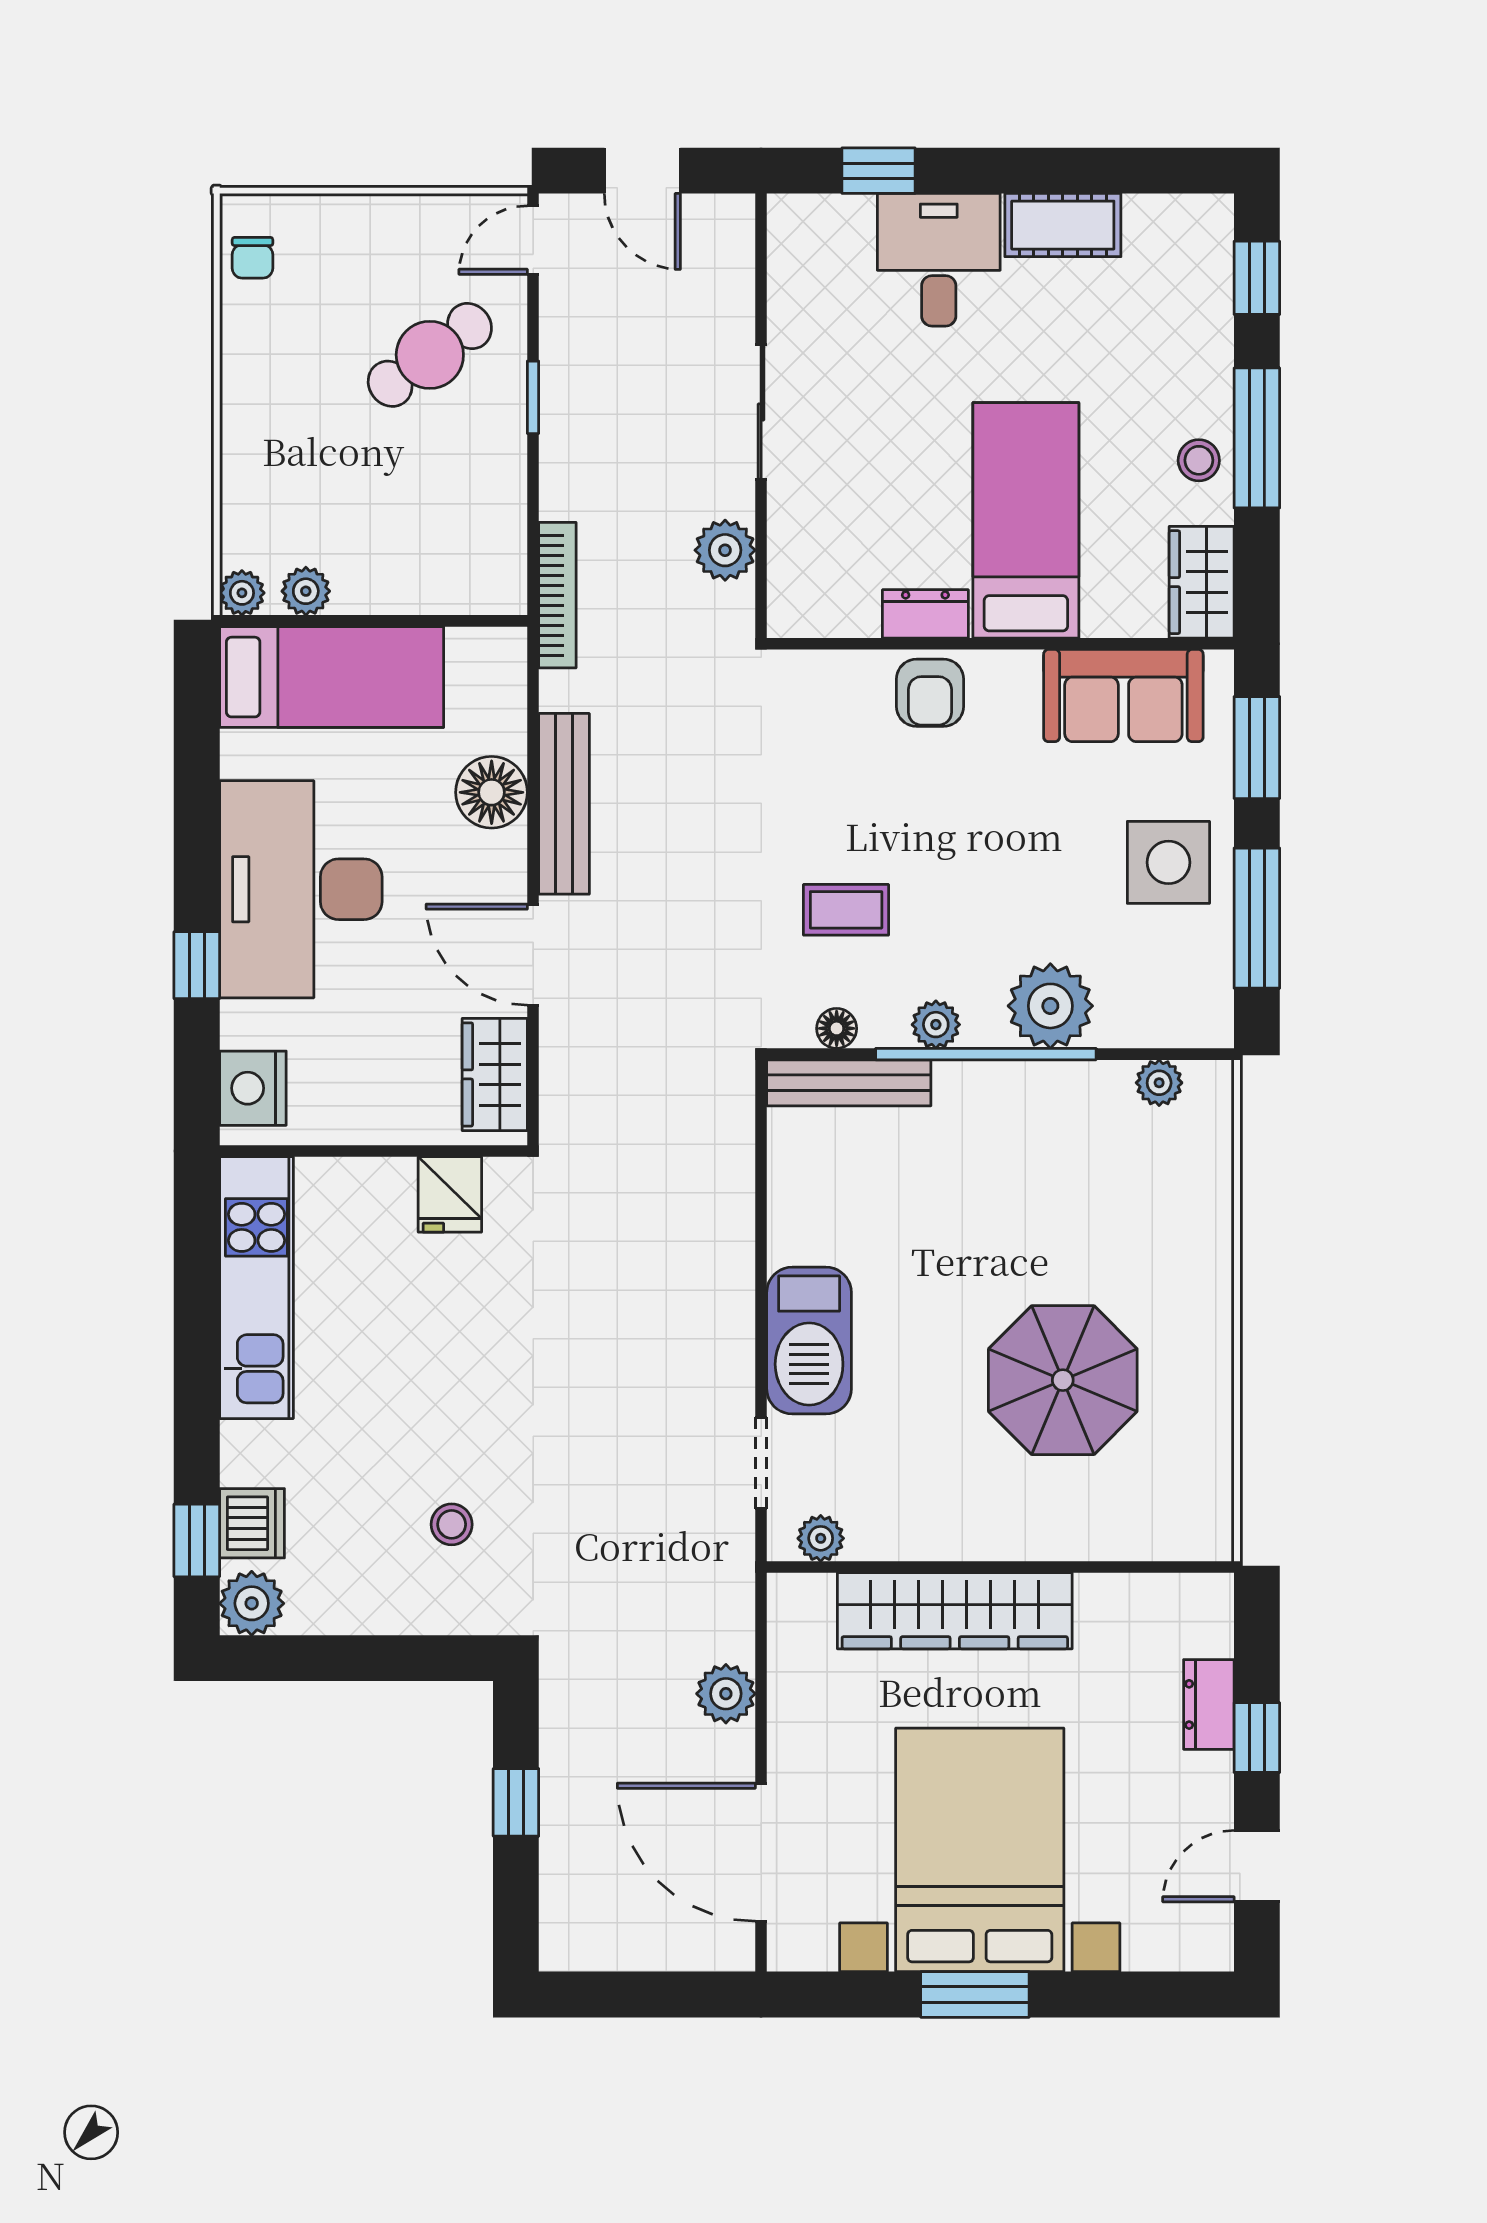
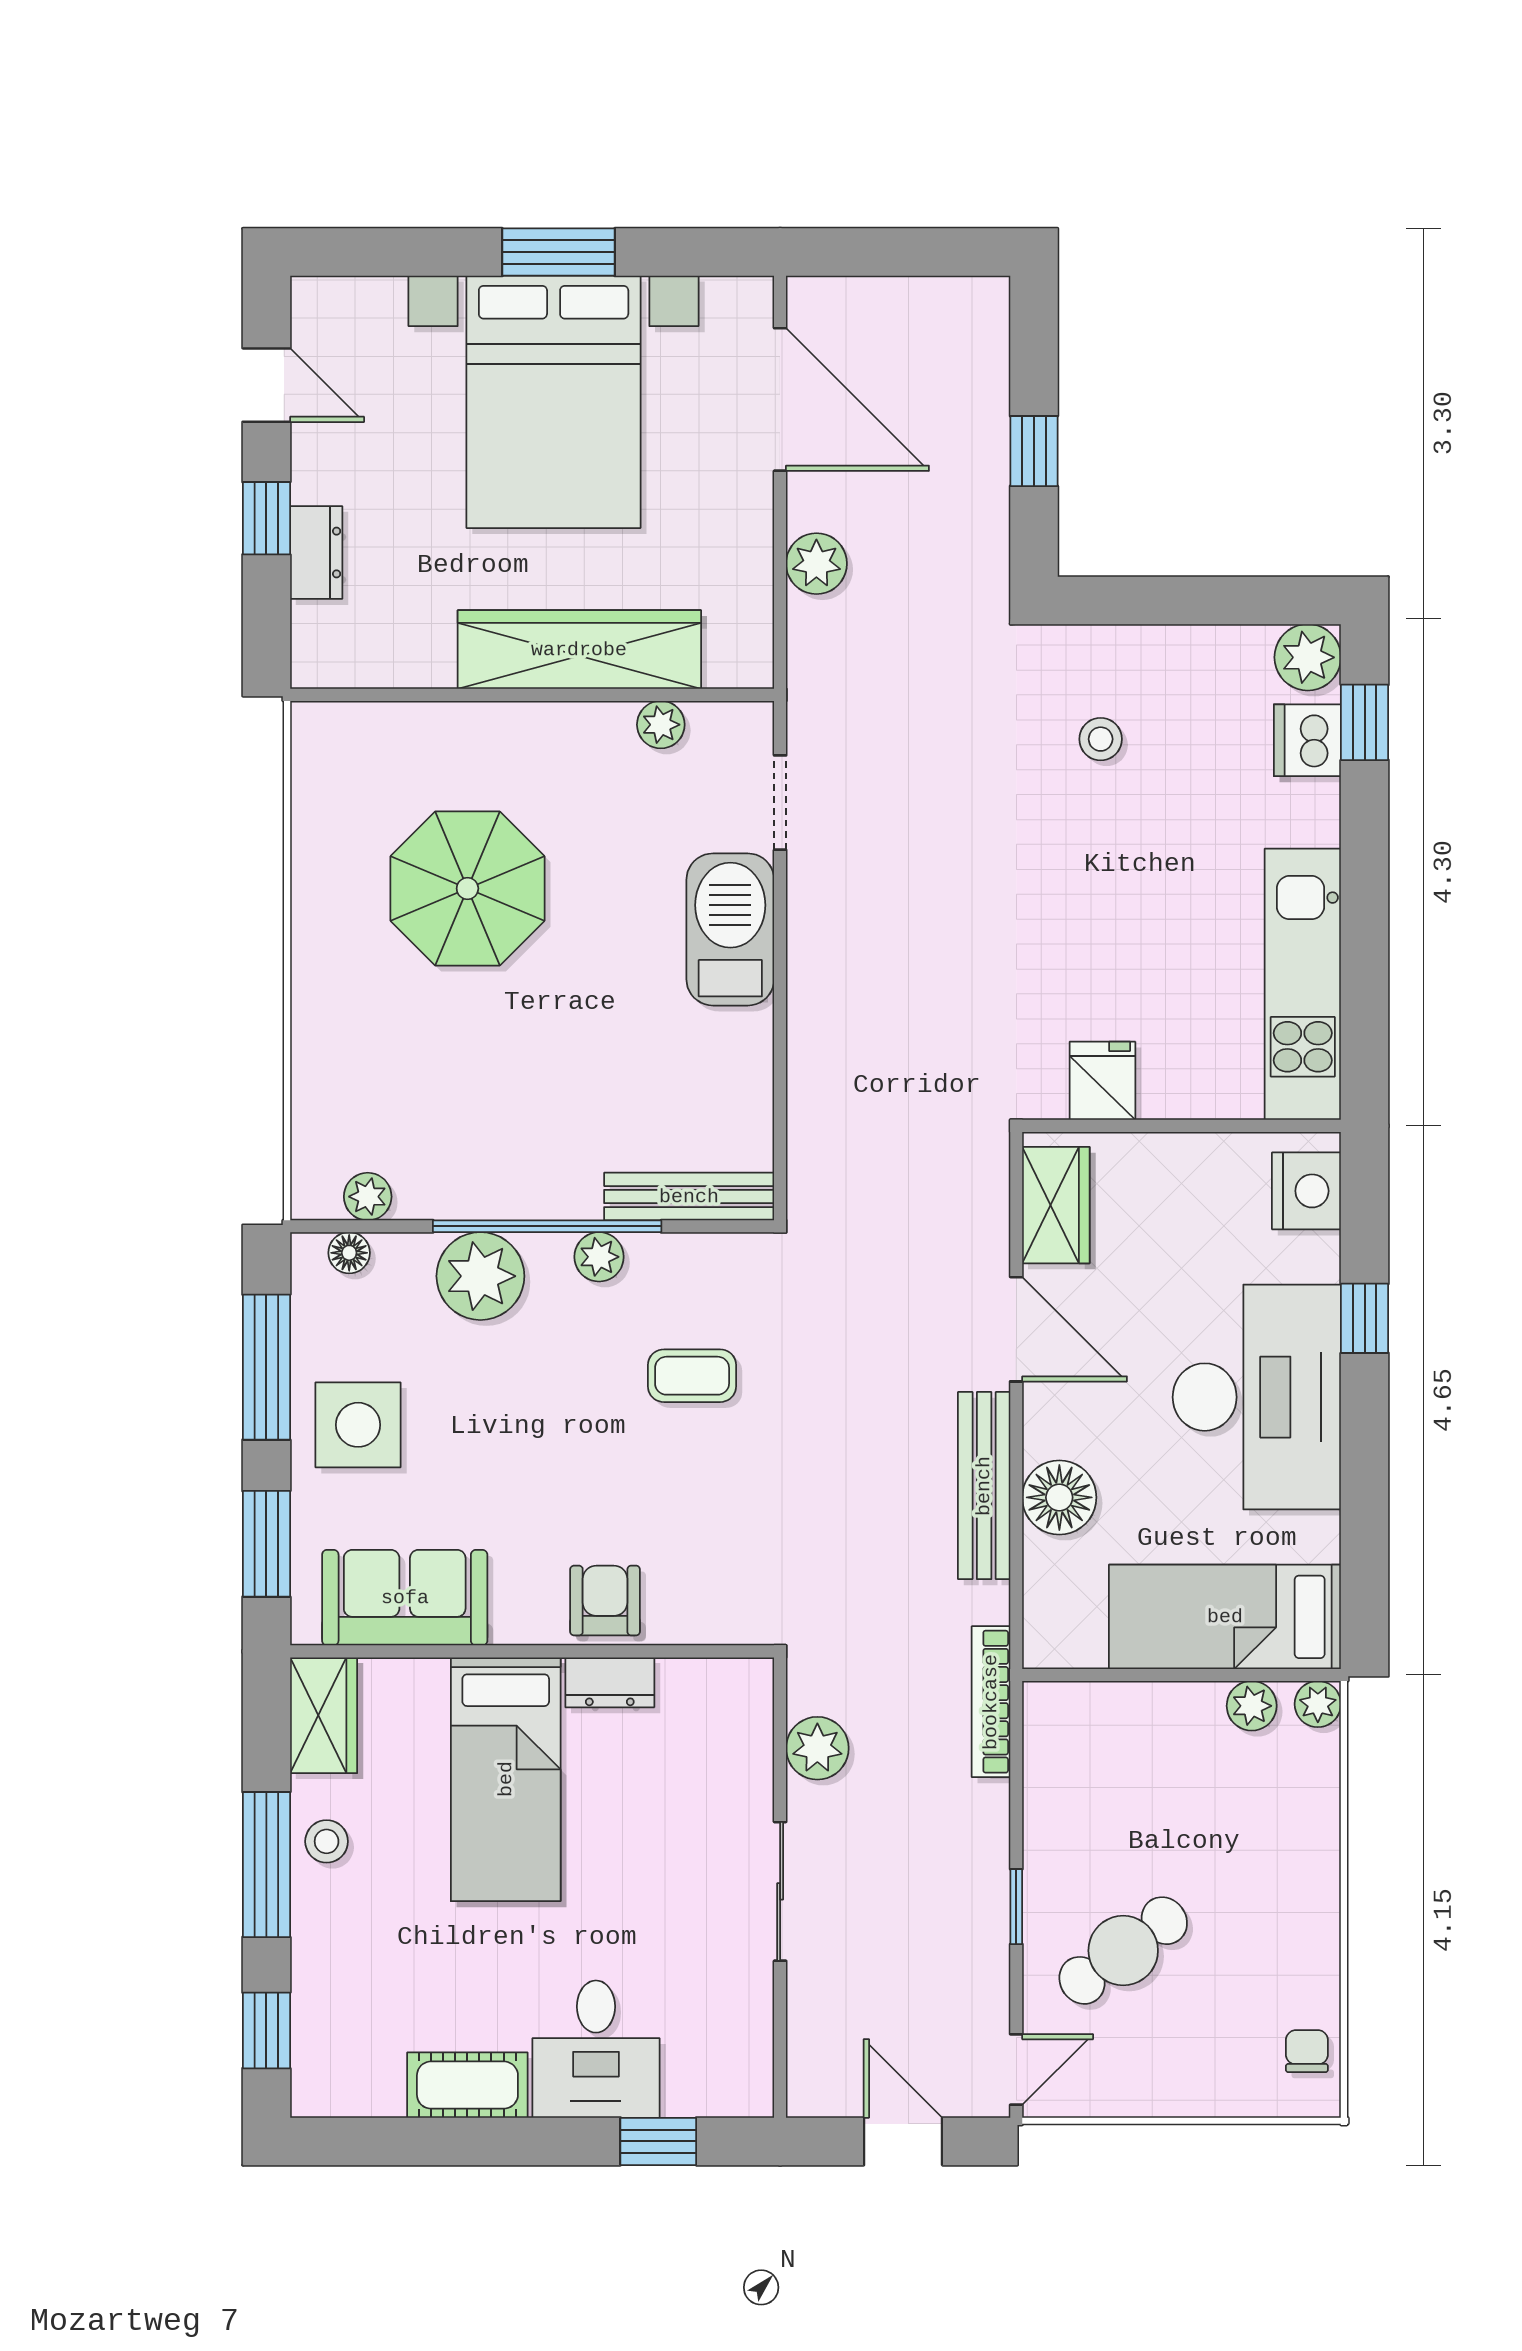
floor lamp: (837, 1028) -> (349, 1253), moved
plant: (821, 1538) -> (661, 725), moved
door: (1257, 1866) -> (266, 385), hinge flipped

